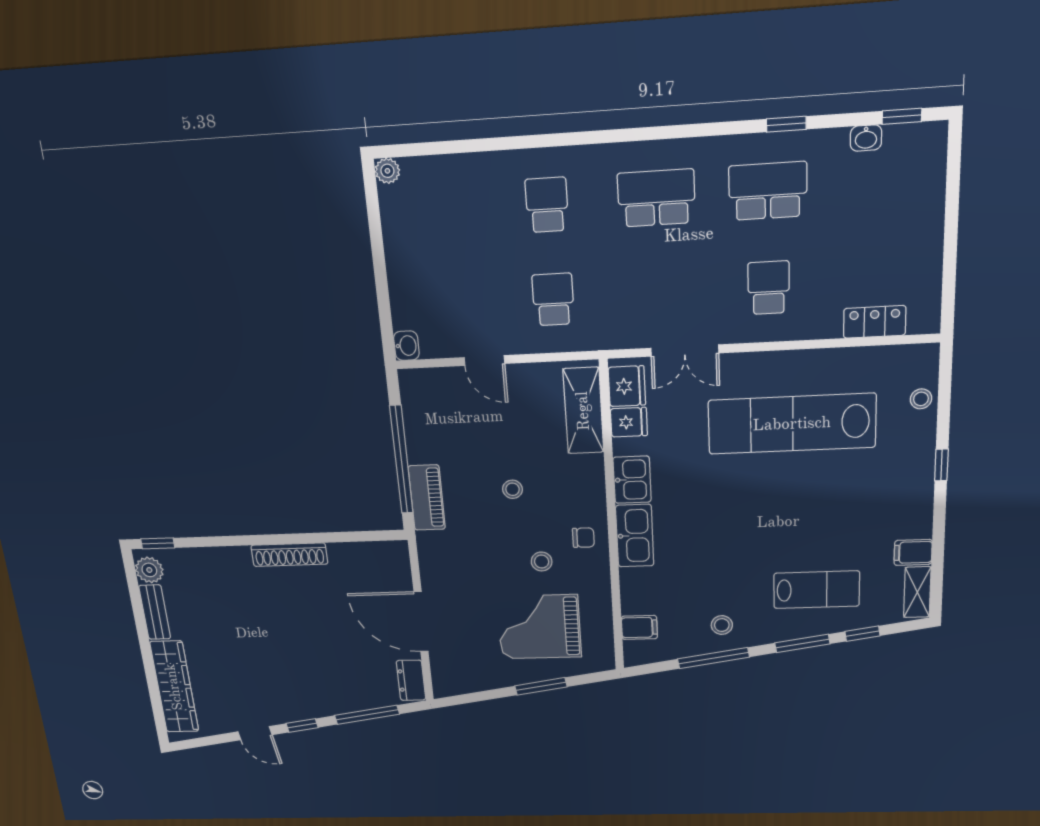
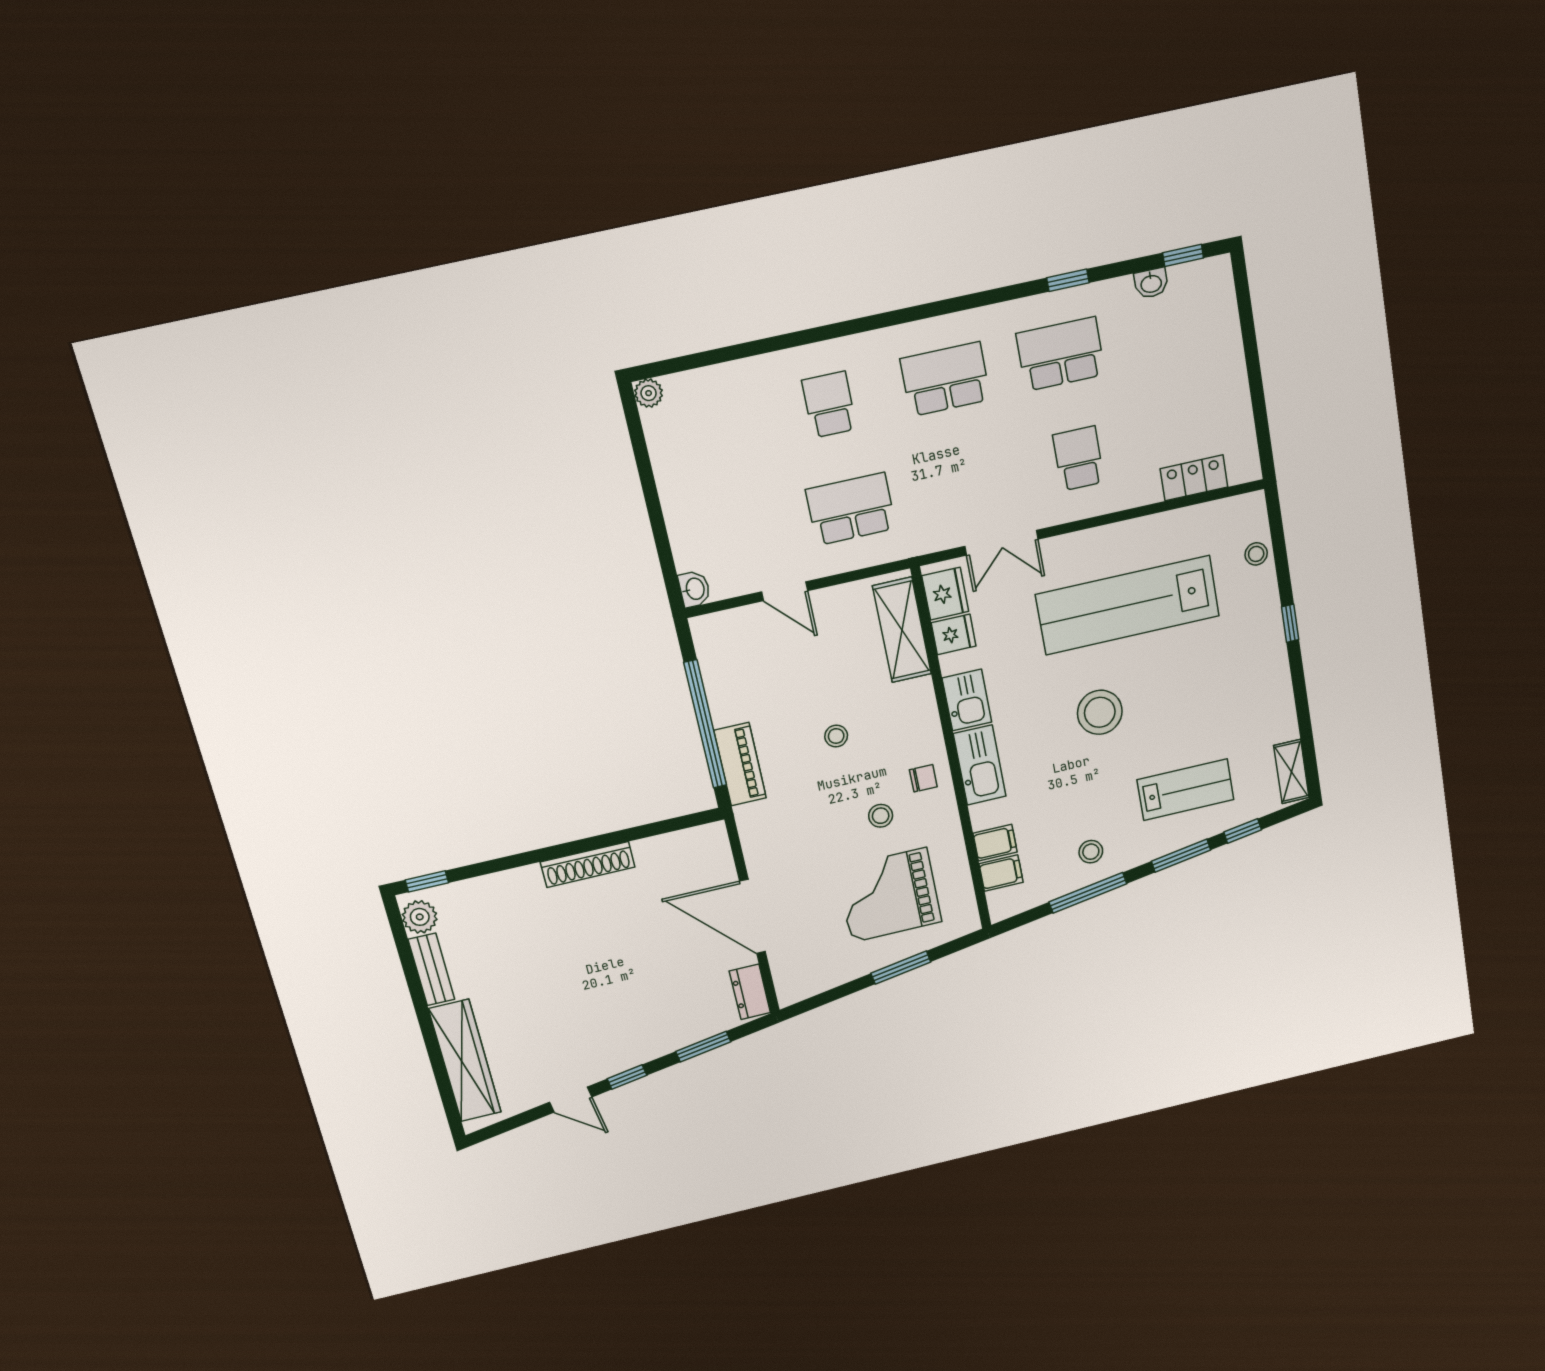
school desk: (553, 299) -> (851, 509), width x1.85
stool: (750, 511) -> (1100, 712), added
filing cabinet: (913, 552) -> (995, 843), moved, turned 180
window: (367, 715) -> (703, 1047), width x0.69

